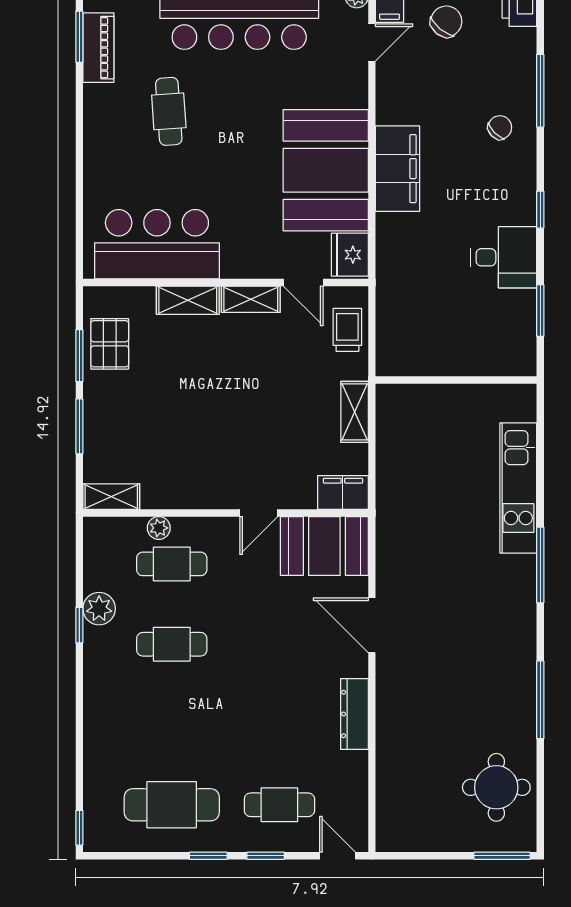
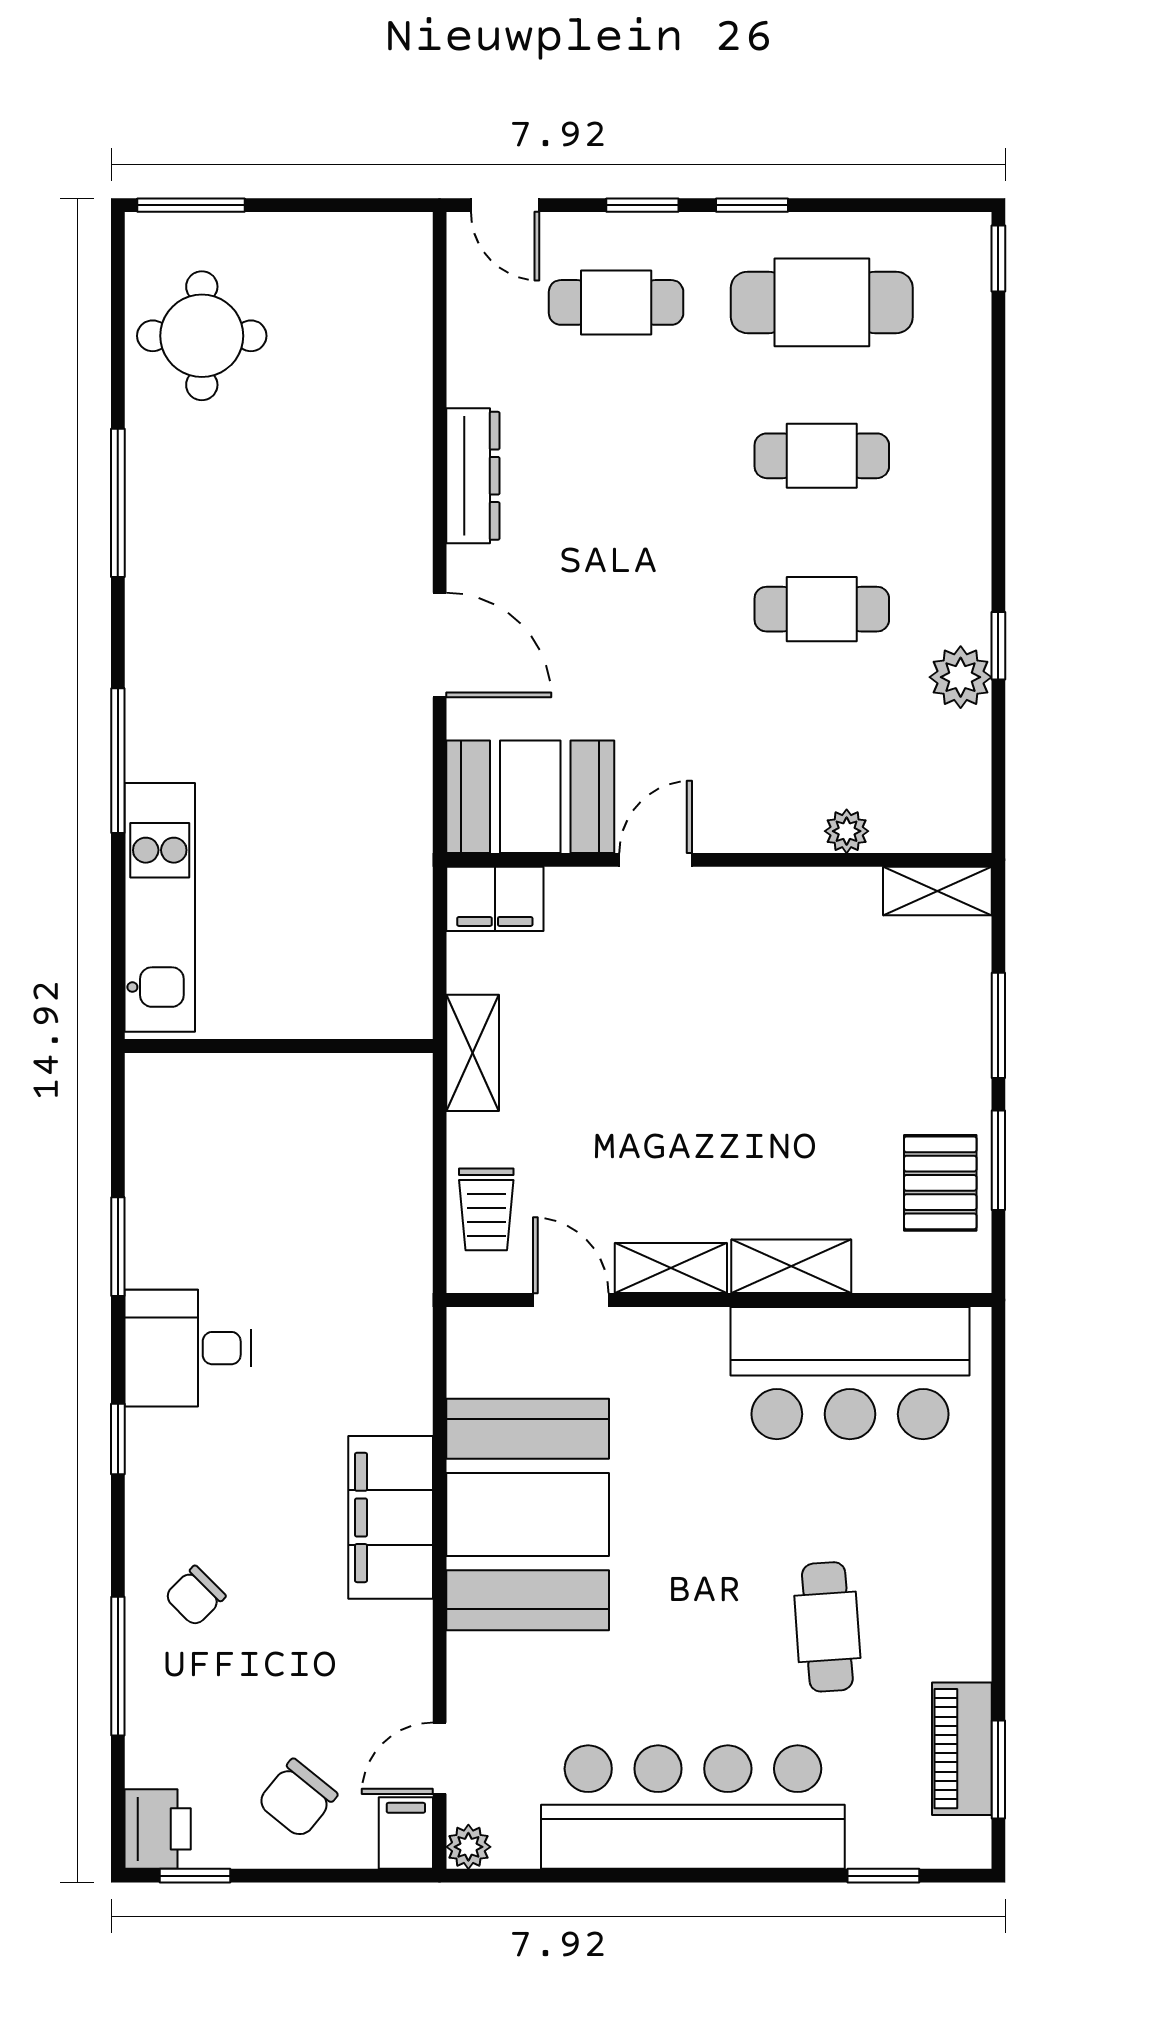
fridge: (350, 255) -> (482, 1353), removed
wall: (456, 380) -> (279, 1046), moved
cafe table: (172, 564) -> (822, 456), moved

